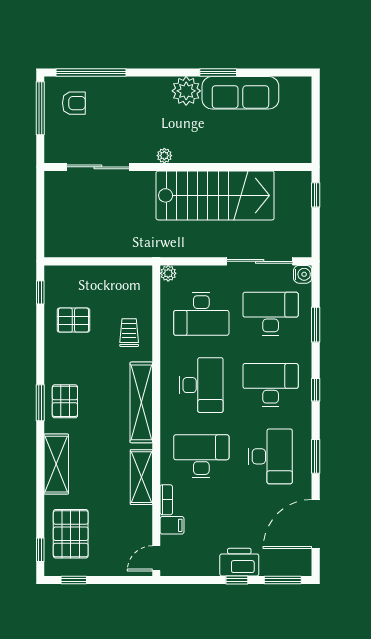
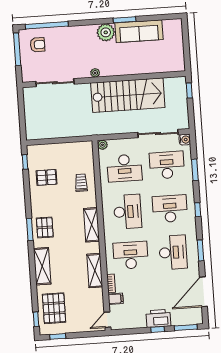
shelving: (141, 402) -> (92, 225), width x0.68

